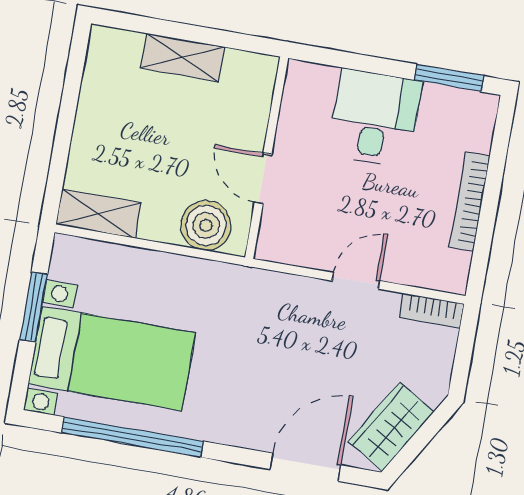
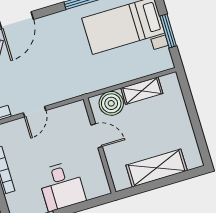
shelving: (183, 57) -> (157, 168), width x1.50, depth x1.33
shelving: (98, 214) -> (142, 91), moved

